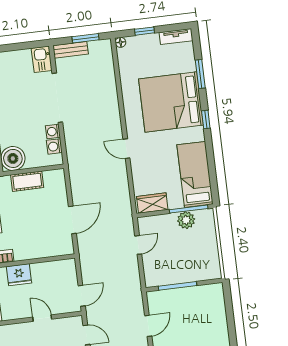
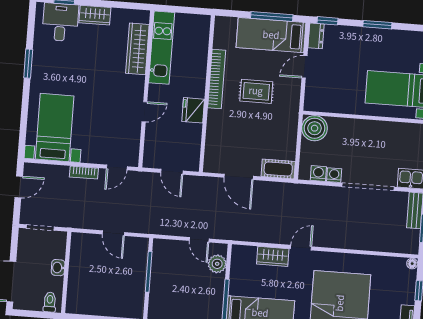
cot: (27, 181) -> (278, 169), moved, turned 90
wardrobe: (152, 203) -> (273, 256), moved, turned 90
plant: (186, 220) -> (217, 264), moved
door: (82, 296) -> (172, 172), moved
door: (42, 318) -> (144, 112), moved

